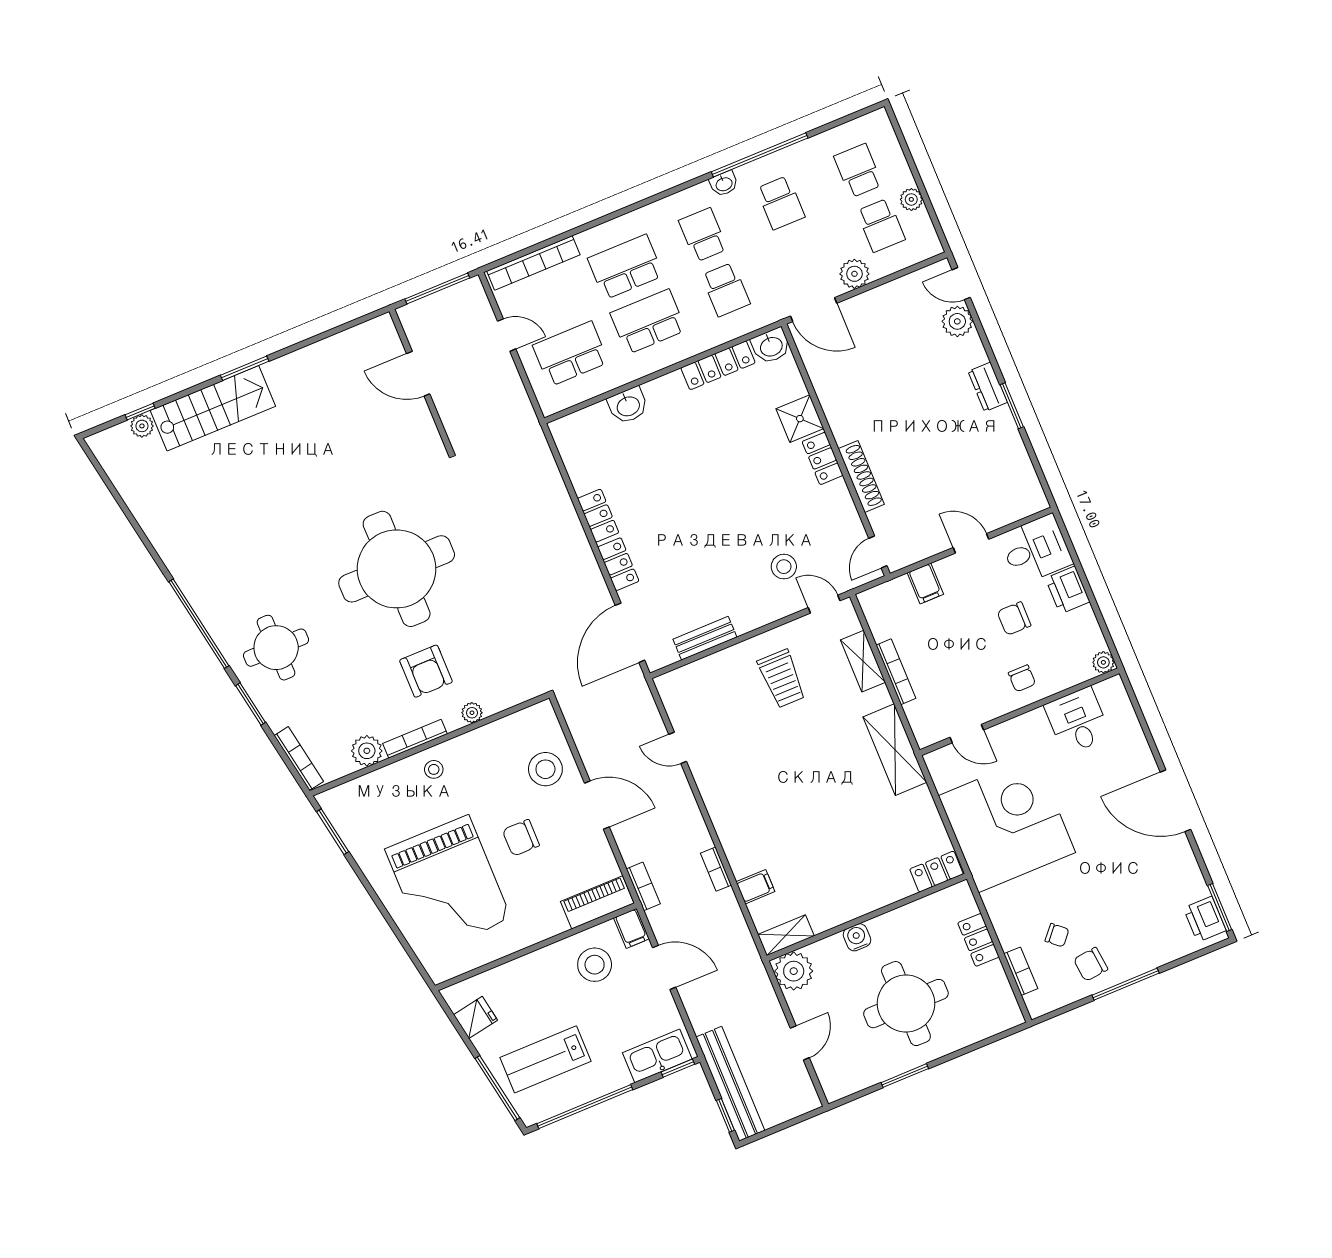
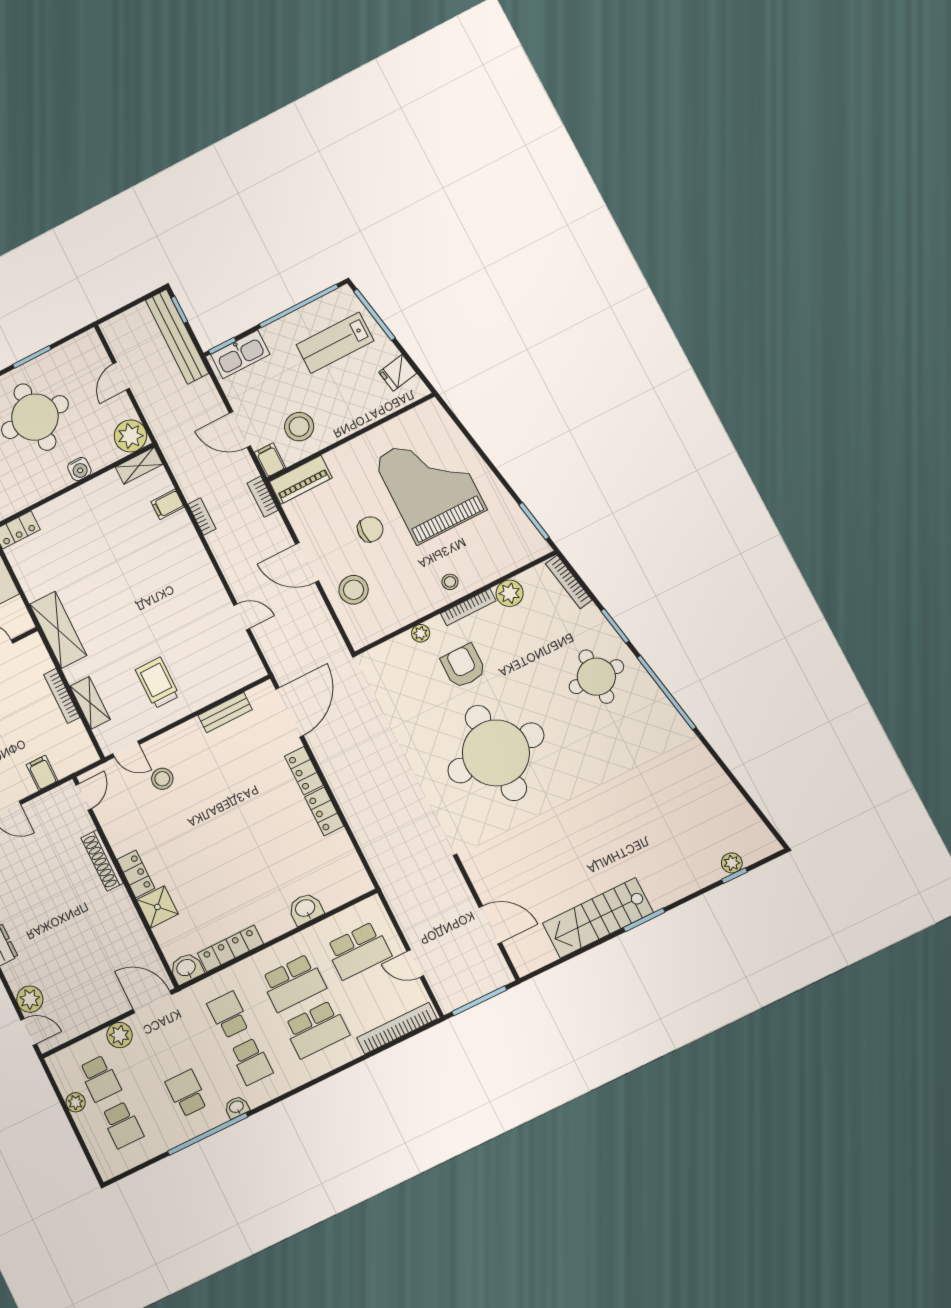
school desk: (881, 225) -> (100, 1078), turned 180
stairs: (213, 408) -> (598, 918), moved
lab bench: (546, 1059) -> (335, 343), turned 180

